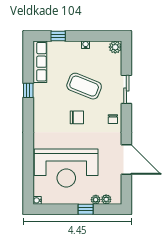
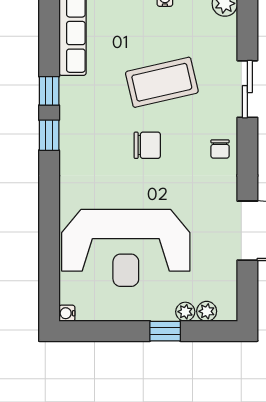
coffee table: (84, 86) -> (162, 82), turned -35
window: (28, 112) -> (49, 135), added

